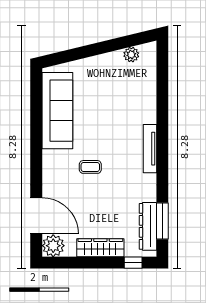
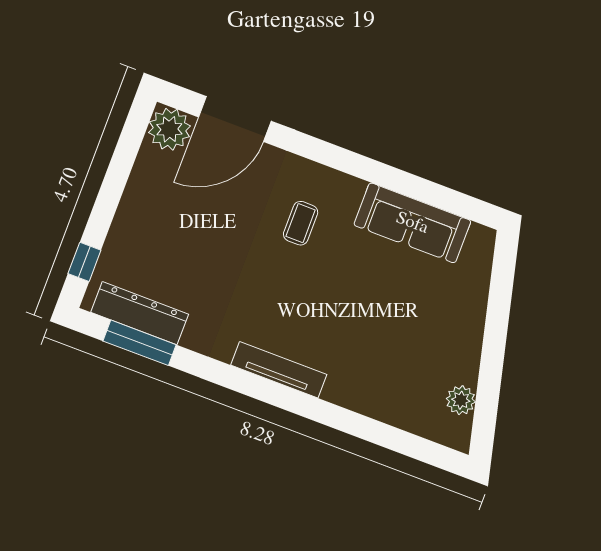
sofa: (57, 111) -> (412, 223), width x0.74, depth x0.79
coffee table: (90, 167) -> (301, 223), moved
wardrobe: (100, 248) -> (134, 213), removed

